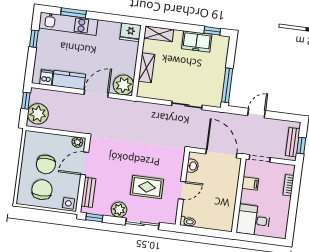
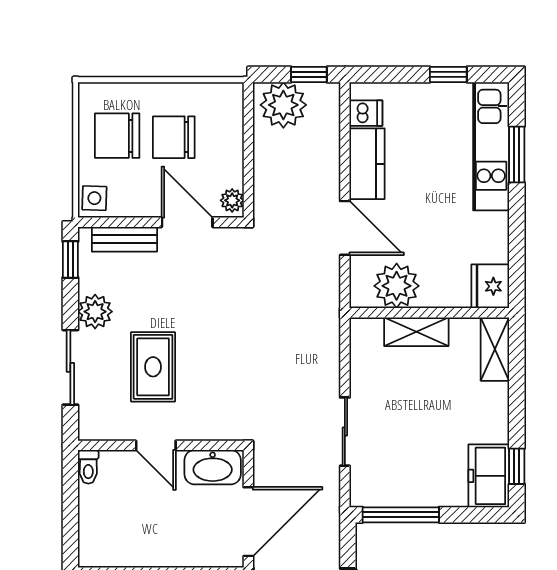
freezer: (197, 41) -> (489, 476), moved
plant: (123, 85) -> (397, 286), moved
washbasin: (193, 166) -> (213, 467), width x1.91, depth x1.45
chair: (42, 190) -> (117, 136), turned 180

